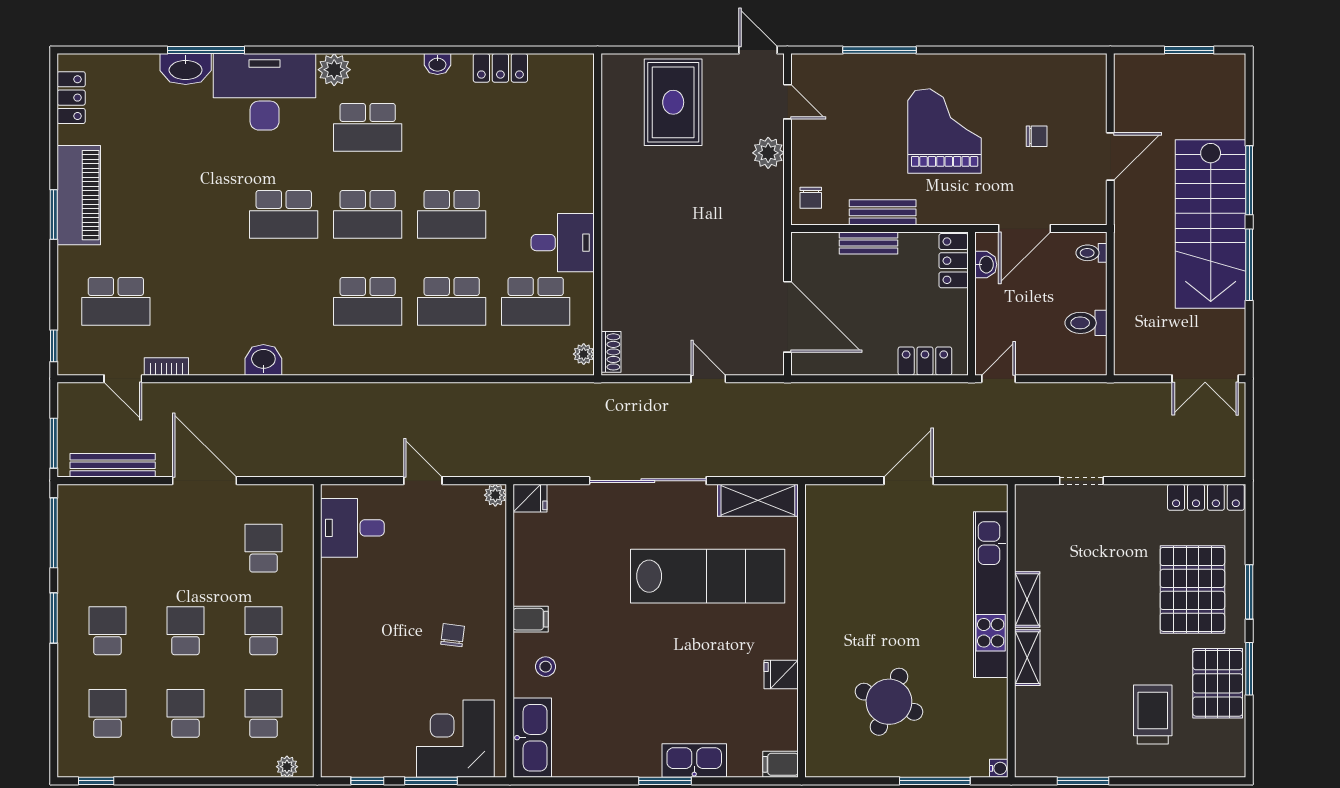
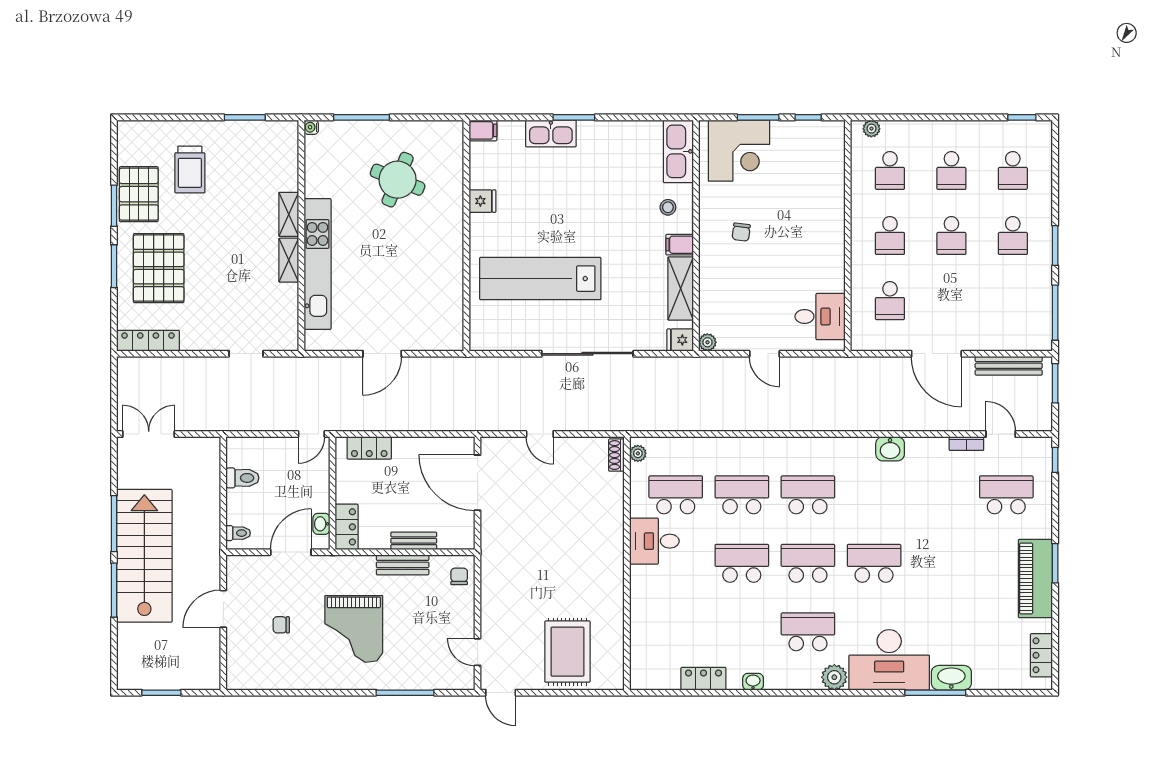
plant: (768, 153) -> (493, 612), removed
shelving: (758, 500) -> (681, 288), moved, turned 90

